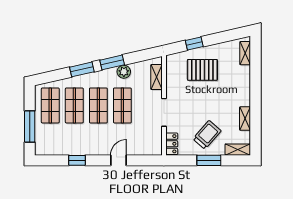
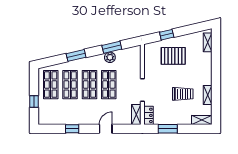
window: (112, 62) -> (112, 47), moved
shelving: (156, 77) -> (136, 115), moved
window: (30, 126) -> (34, 101), width x0.46
trolley: (207, 135) -> (183, 94), moved, turned 49
window: (209, 160) -> (168, 129), moved

